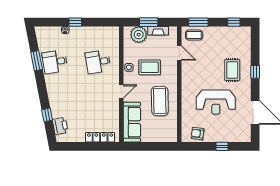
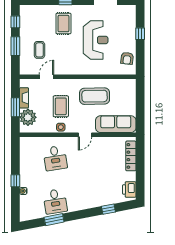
window: (198, 22) -> (15, 46), moved
coffee table: (194, 35) -> (39, 50), moved
rug: (232, 70) -> (63, 24), turned 90
door: (121, 91) -> (85, 135), swing flipped
printer: (60, 126) -> (129, 189), moved, turned -79

